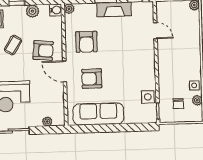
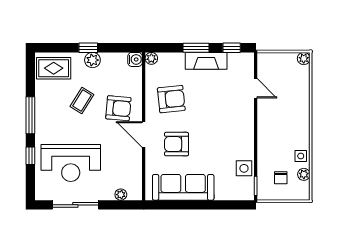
plant: (32, 11) -> (92, 60), moved
armchair: (86, 42) -> (171, 99), turned -96

